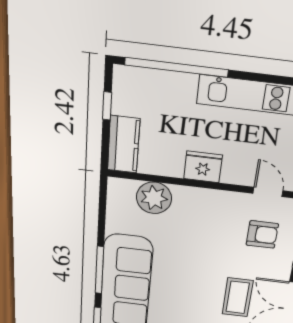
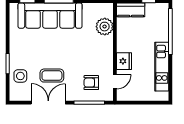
fridge: (203, 167) -> (124, 61), moved
armchair: (262, 234) -> (91, 83), turned 90

